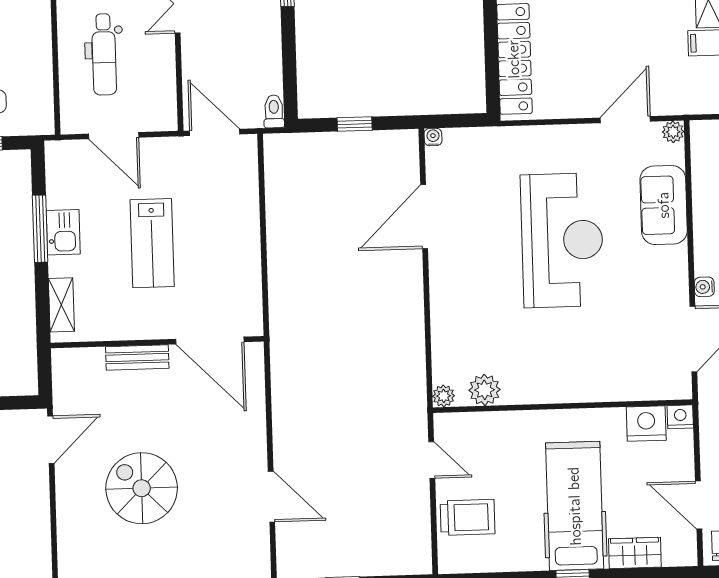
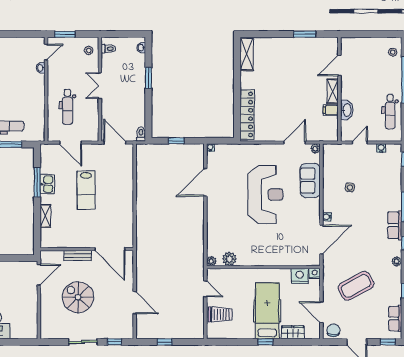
door: (210, 341) -> (110, 249), moved
wall: (157, 342) -> (87, 249), moved
bench: (137, 358) -> (78, 256), moved

